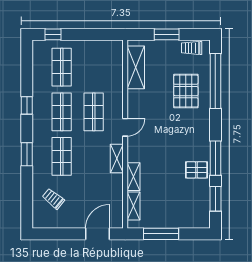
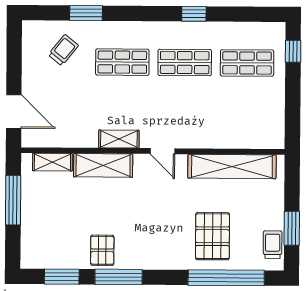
window: (167, 34) -> (292, 228), moved
shelving: (136, 67) -> (232, 166), width x1.47
pallet: (186, 91) -> (212, 236), turned 90
shop shelf: (94, 112) -> (184, 107), removed
window: (27, 154) -> (86, 13), moved
shelving: (134, 177) -> (103, 165), width x1.50, depth x1.33

